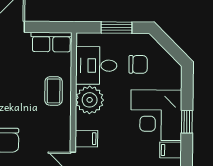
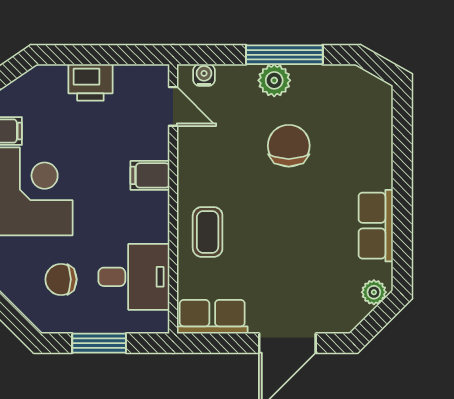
plant: (90, 100) -> (145, 217), removed
filing cabinet: (86, 139) -> (150, 175), moved

